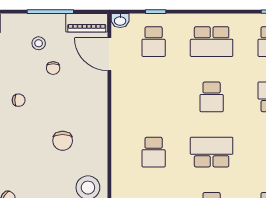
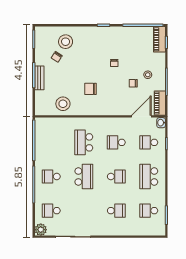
school desk: (154, 97) -> (116, 142), added
school desk: (212, 97) -> (116, 177), turned 180
school desk: (154, 152) -> (84, 142), width x1.85

